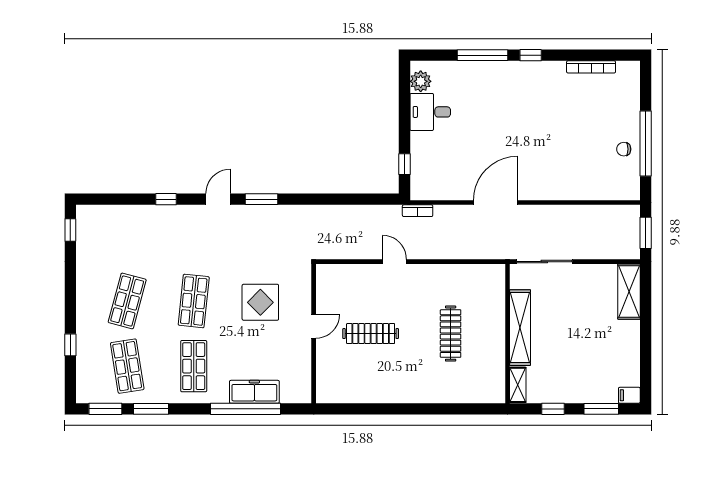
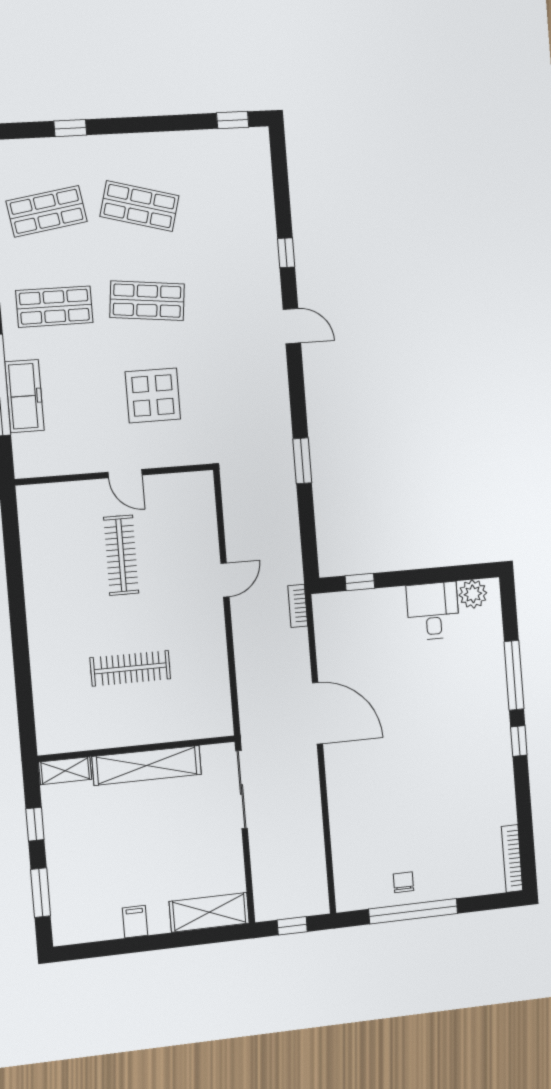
bookcase: (591, 67) -> (512, 858), moved
window: (262, 199) -> (302, 461), moved
window: (646, 233) -> (292, 926), width x0.67
filing cabinet: (629, 395) -> (135, 922), moved

